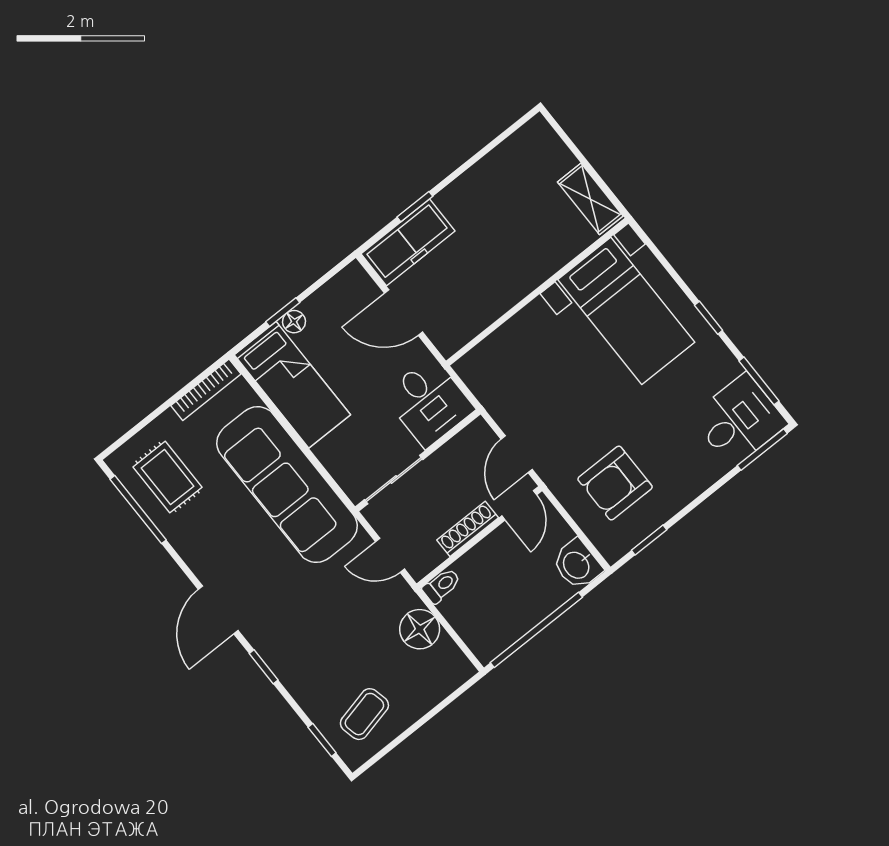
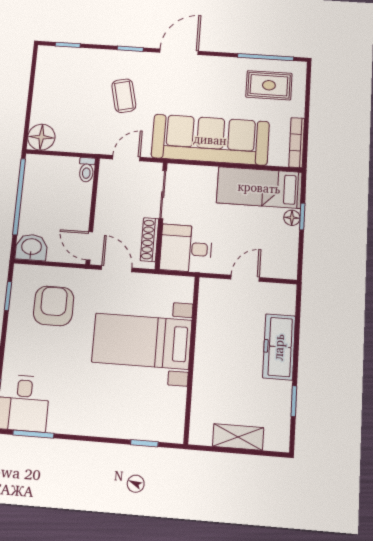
shelving: (590, 199) -> (238, 437), moved
window: (415, 207) -> (294, 401), moved
freezer: (408, 242) -> (279, 347), moved
bed with nightstands: (626, 311) -> (142, 341), moved
door: (404, 312) -> (245, 278), width x0.73
window: (709, 318) -> (144, 443), moved
shoe rack: (468, 529) -> (150, 240), moved, turned 180
door: (218, 610) -> (179, 52), hinge flipped
floor lamp: (420, 629) -> (41, 137), moved
coffee table: (364, 714) -> (124, 96), moved

